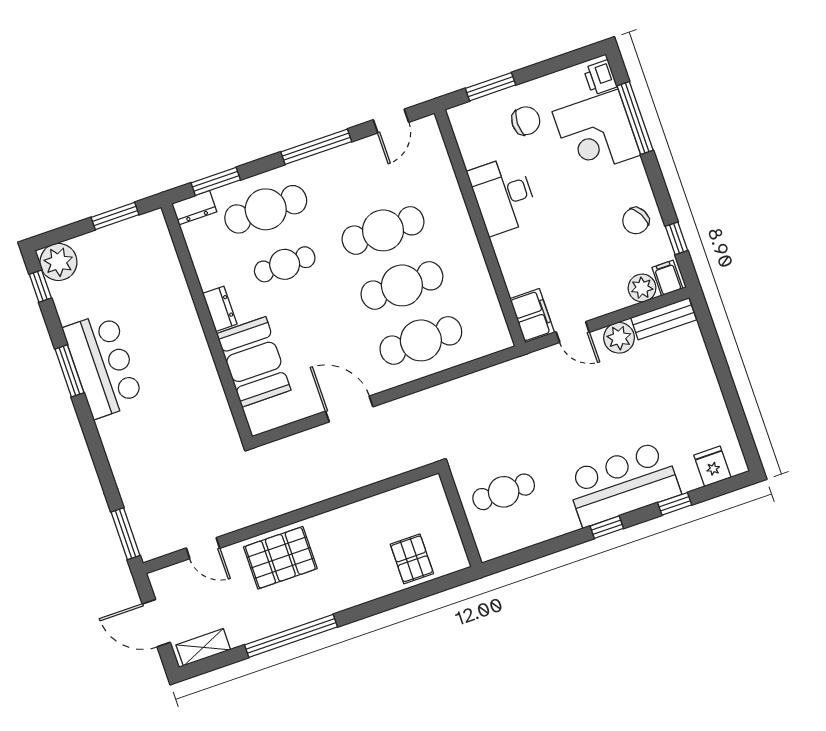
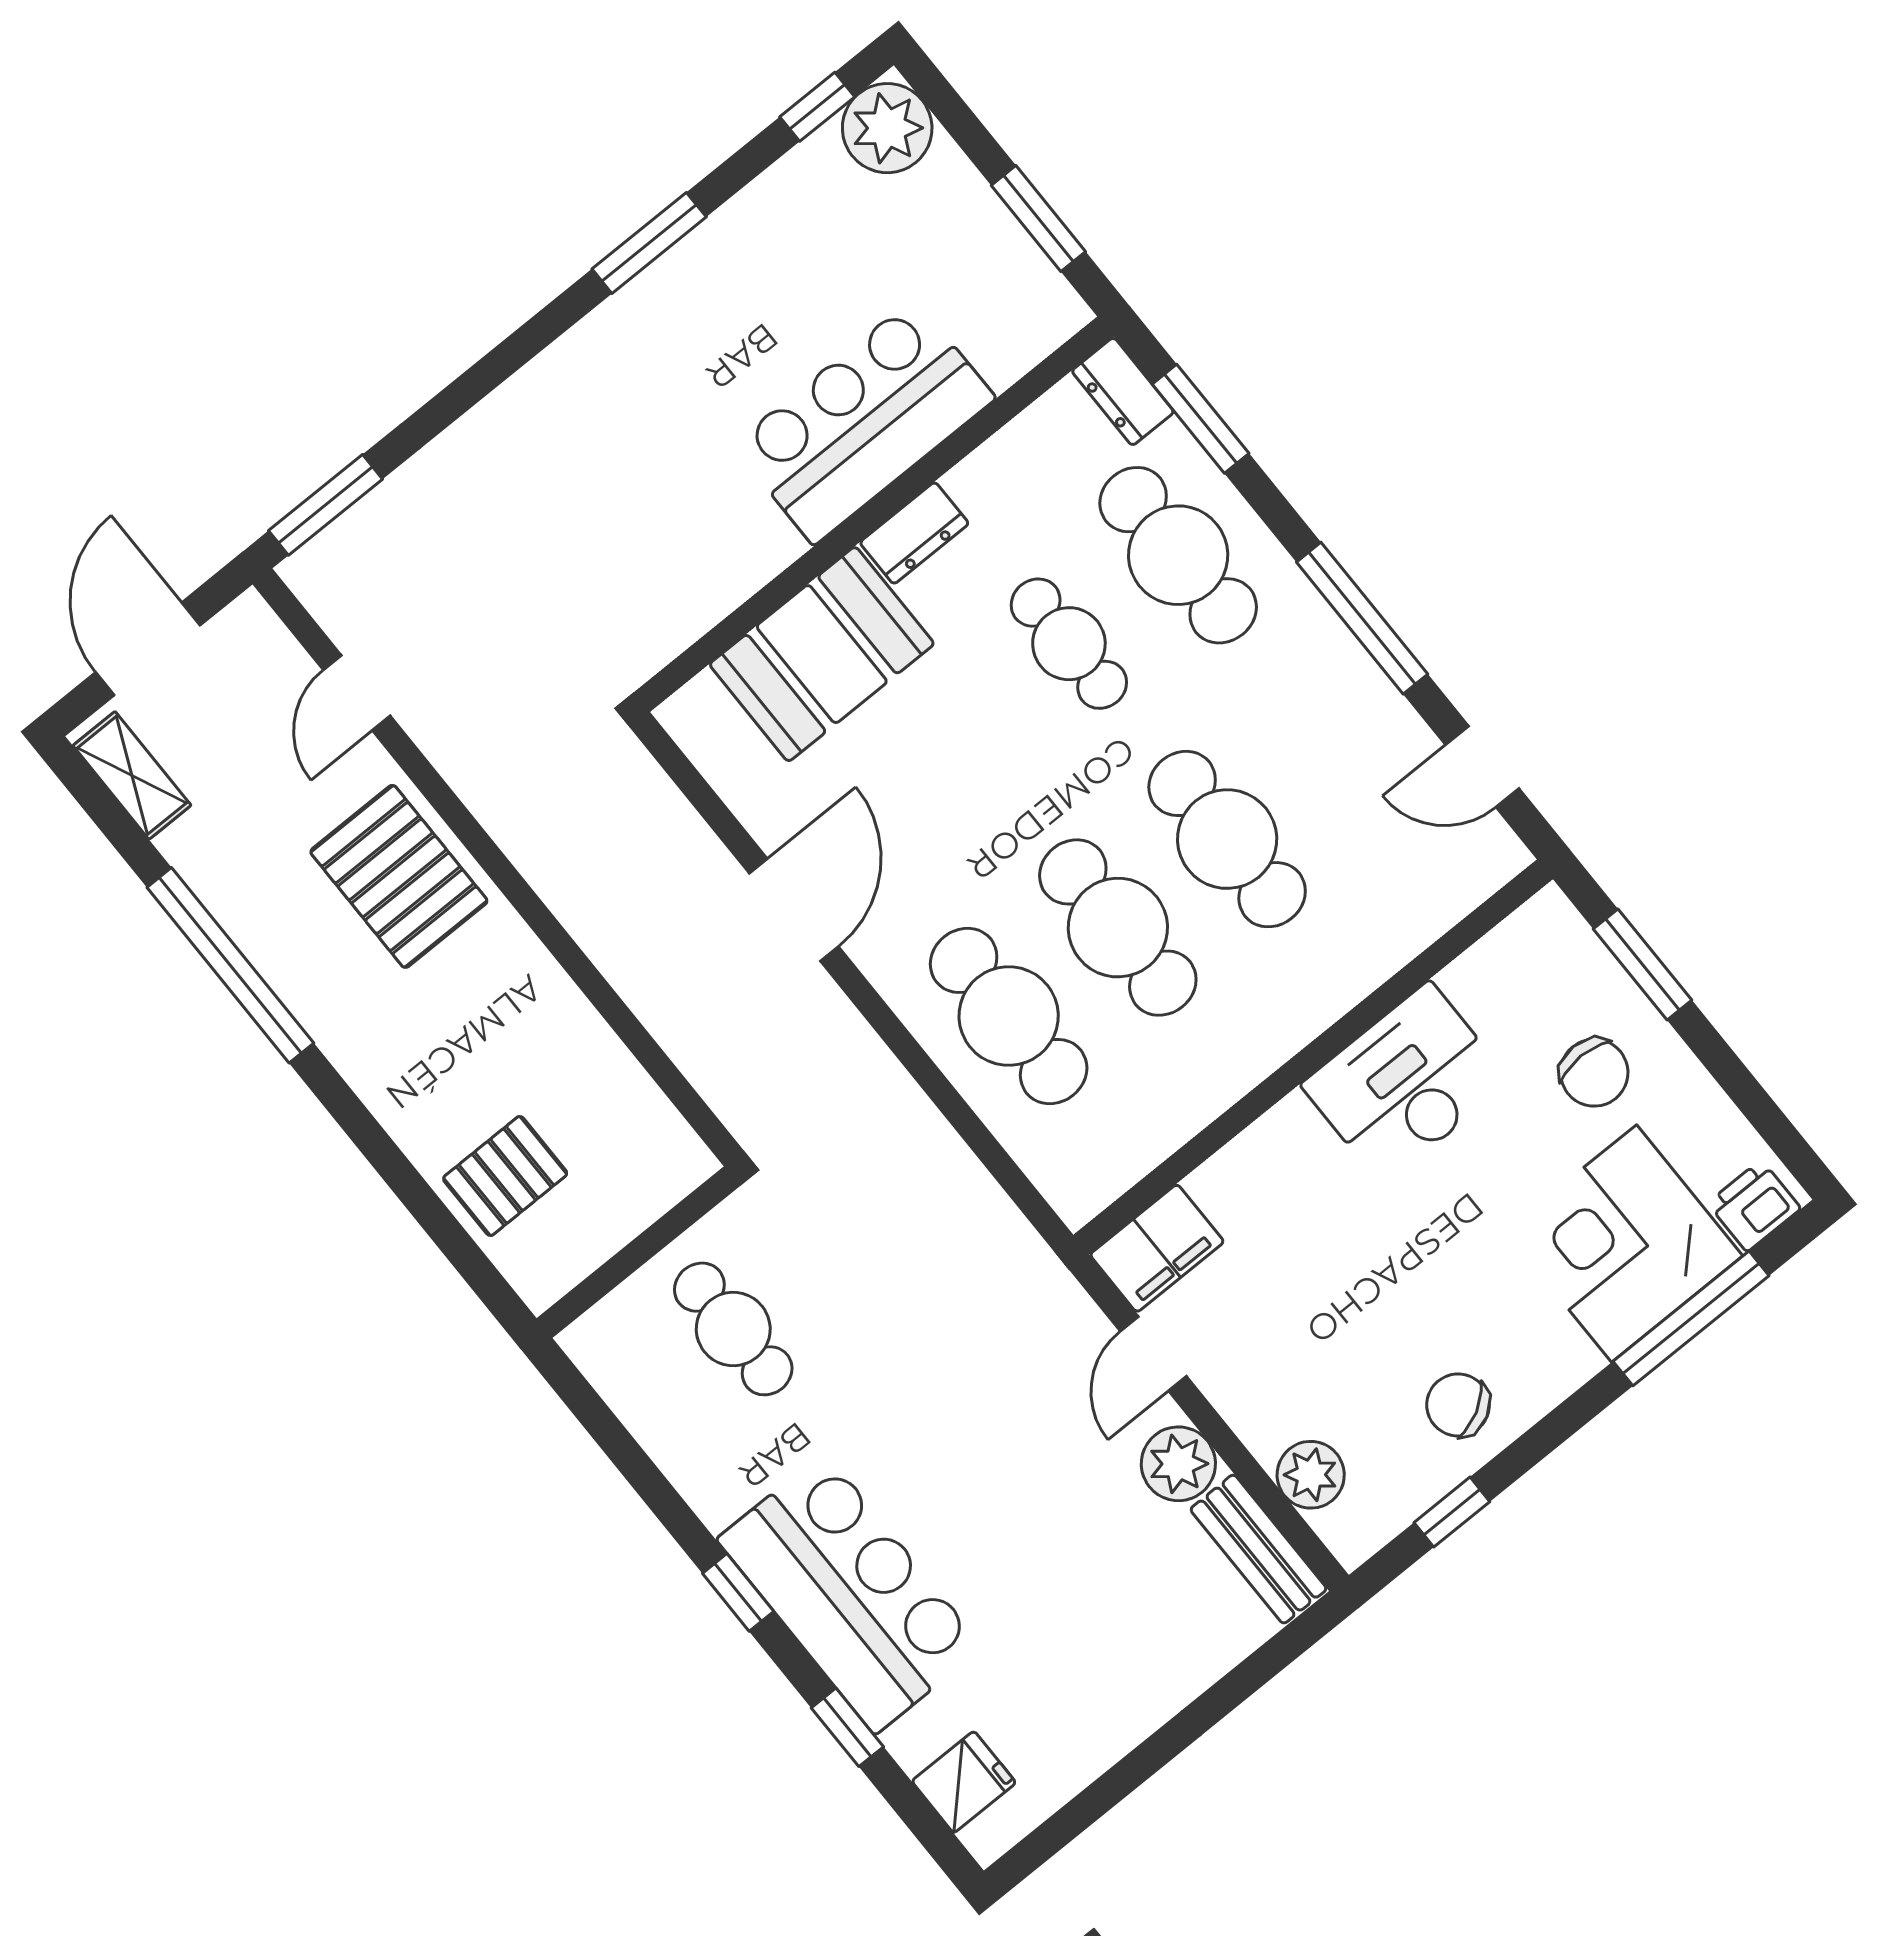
filing cabinet: (667, 278) -> (1354, 1524), removed
bar counter: (103, 365) -> (864, 422), moved, turned 180

